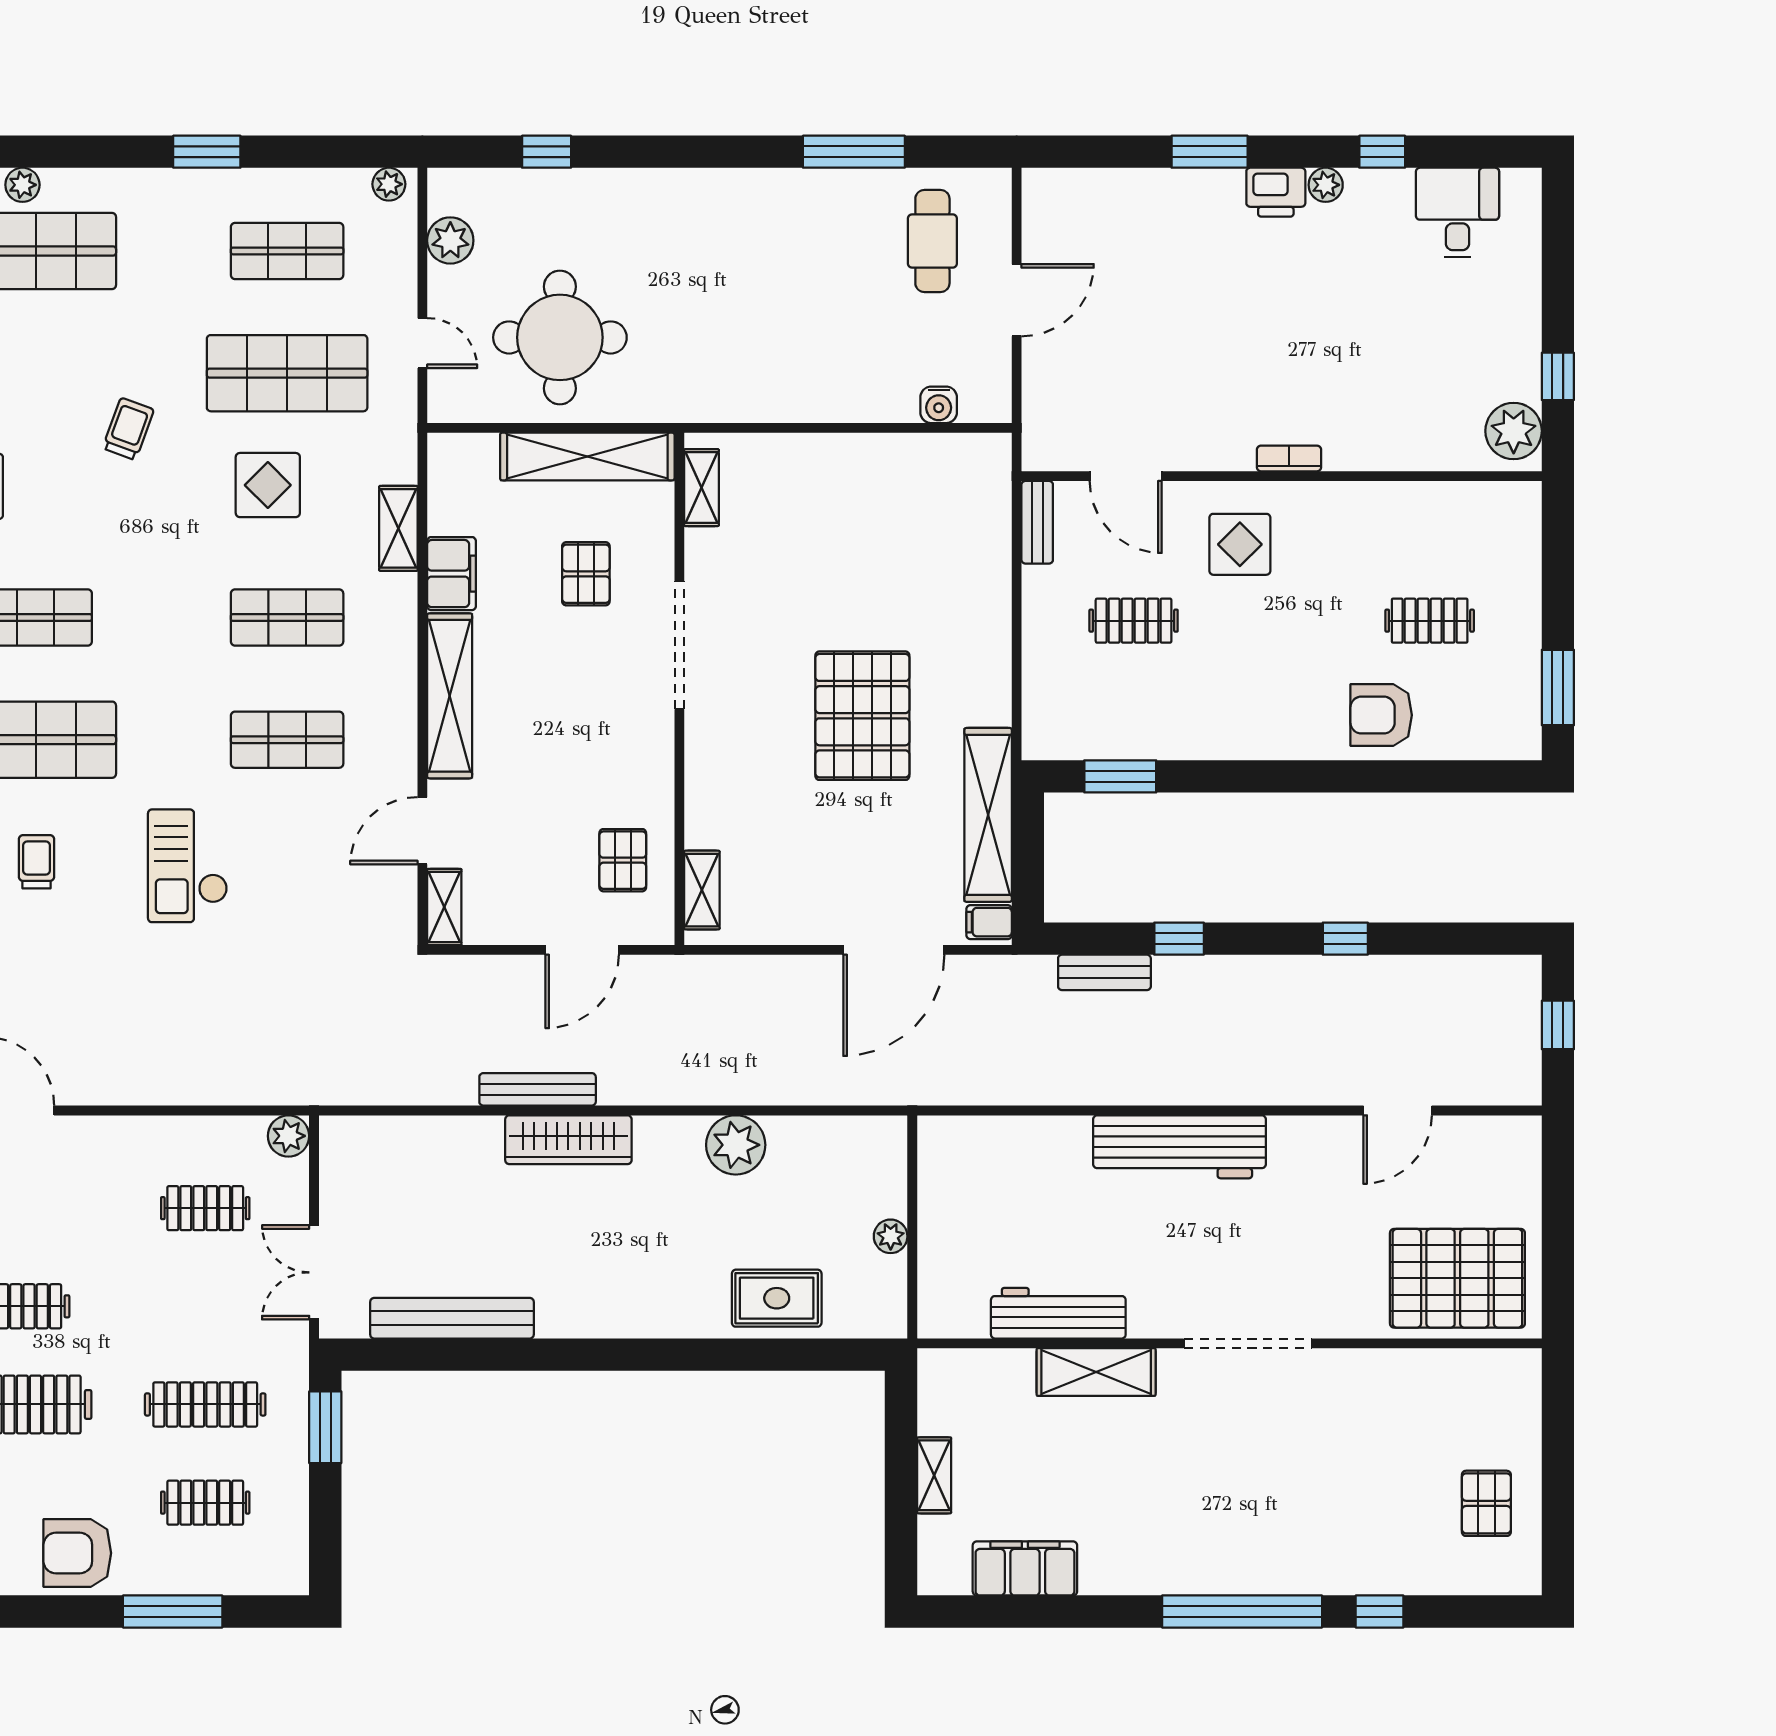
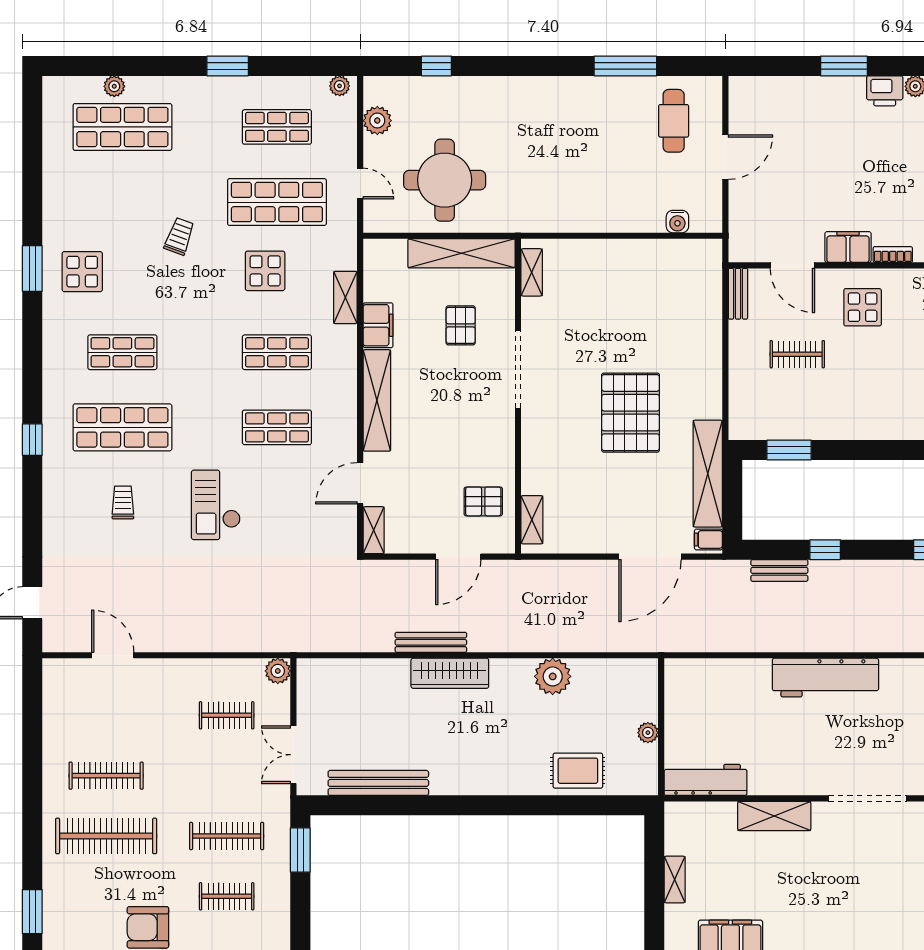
filing cabinet: (1216, 446) -> (848, 247), added
pallet: (623, 860) -> (483, 501), turned 90
workbench: (1058, 1313) -> (706, 780), moved

